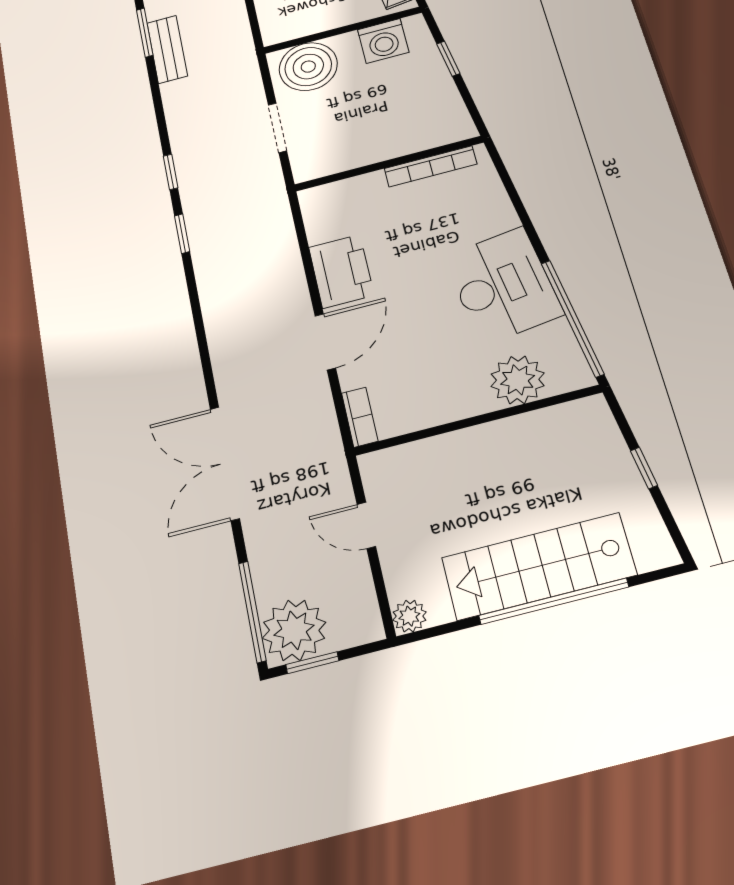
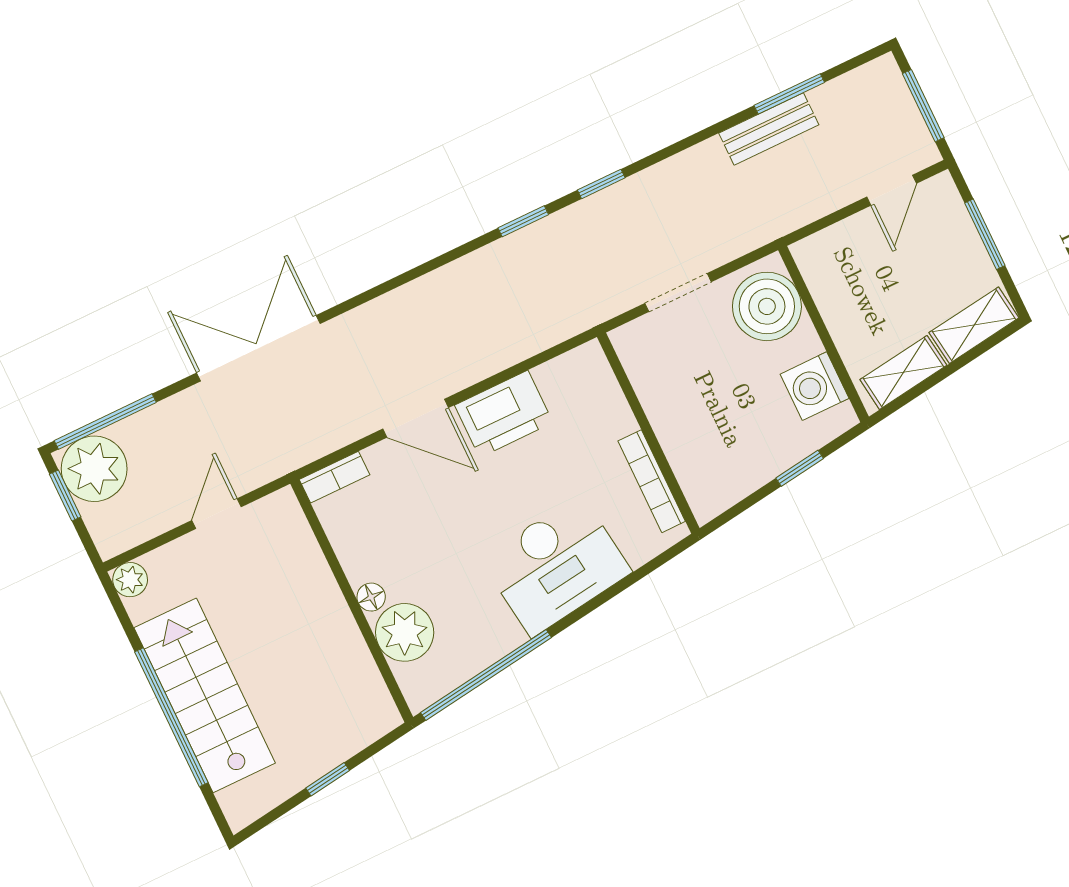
desk: (503, 285) -> (556, 566), moved
floor lamp: (478, 403) -> (371, 597), added

